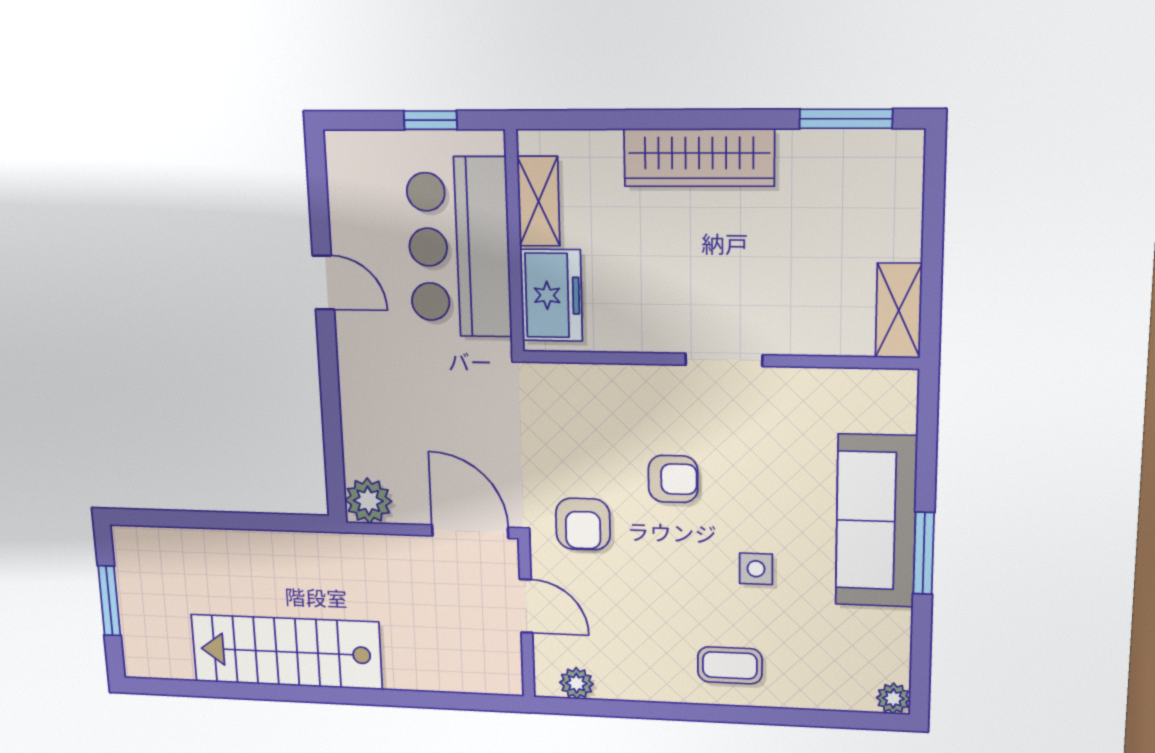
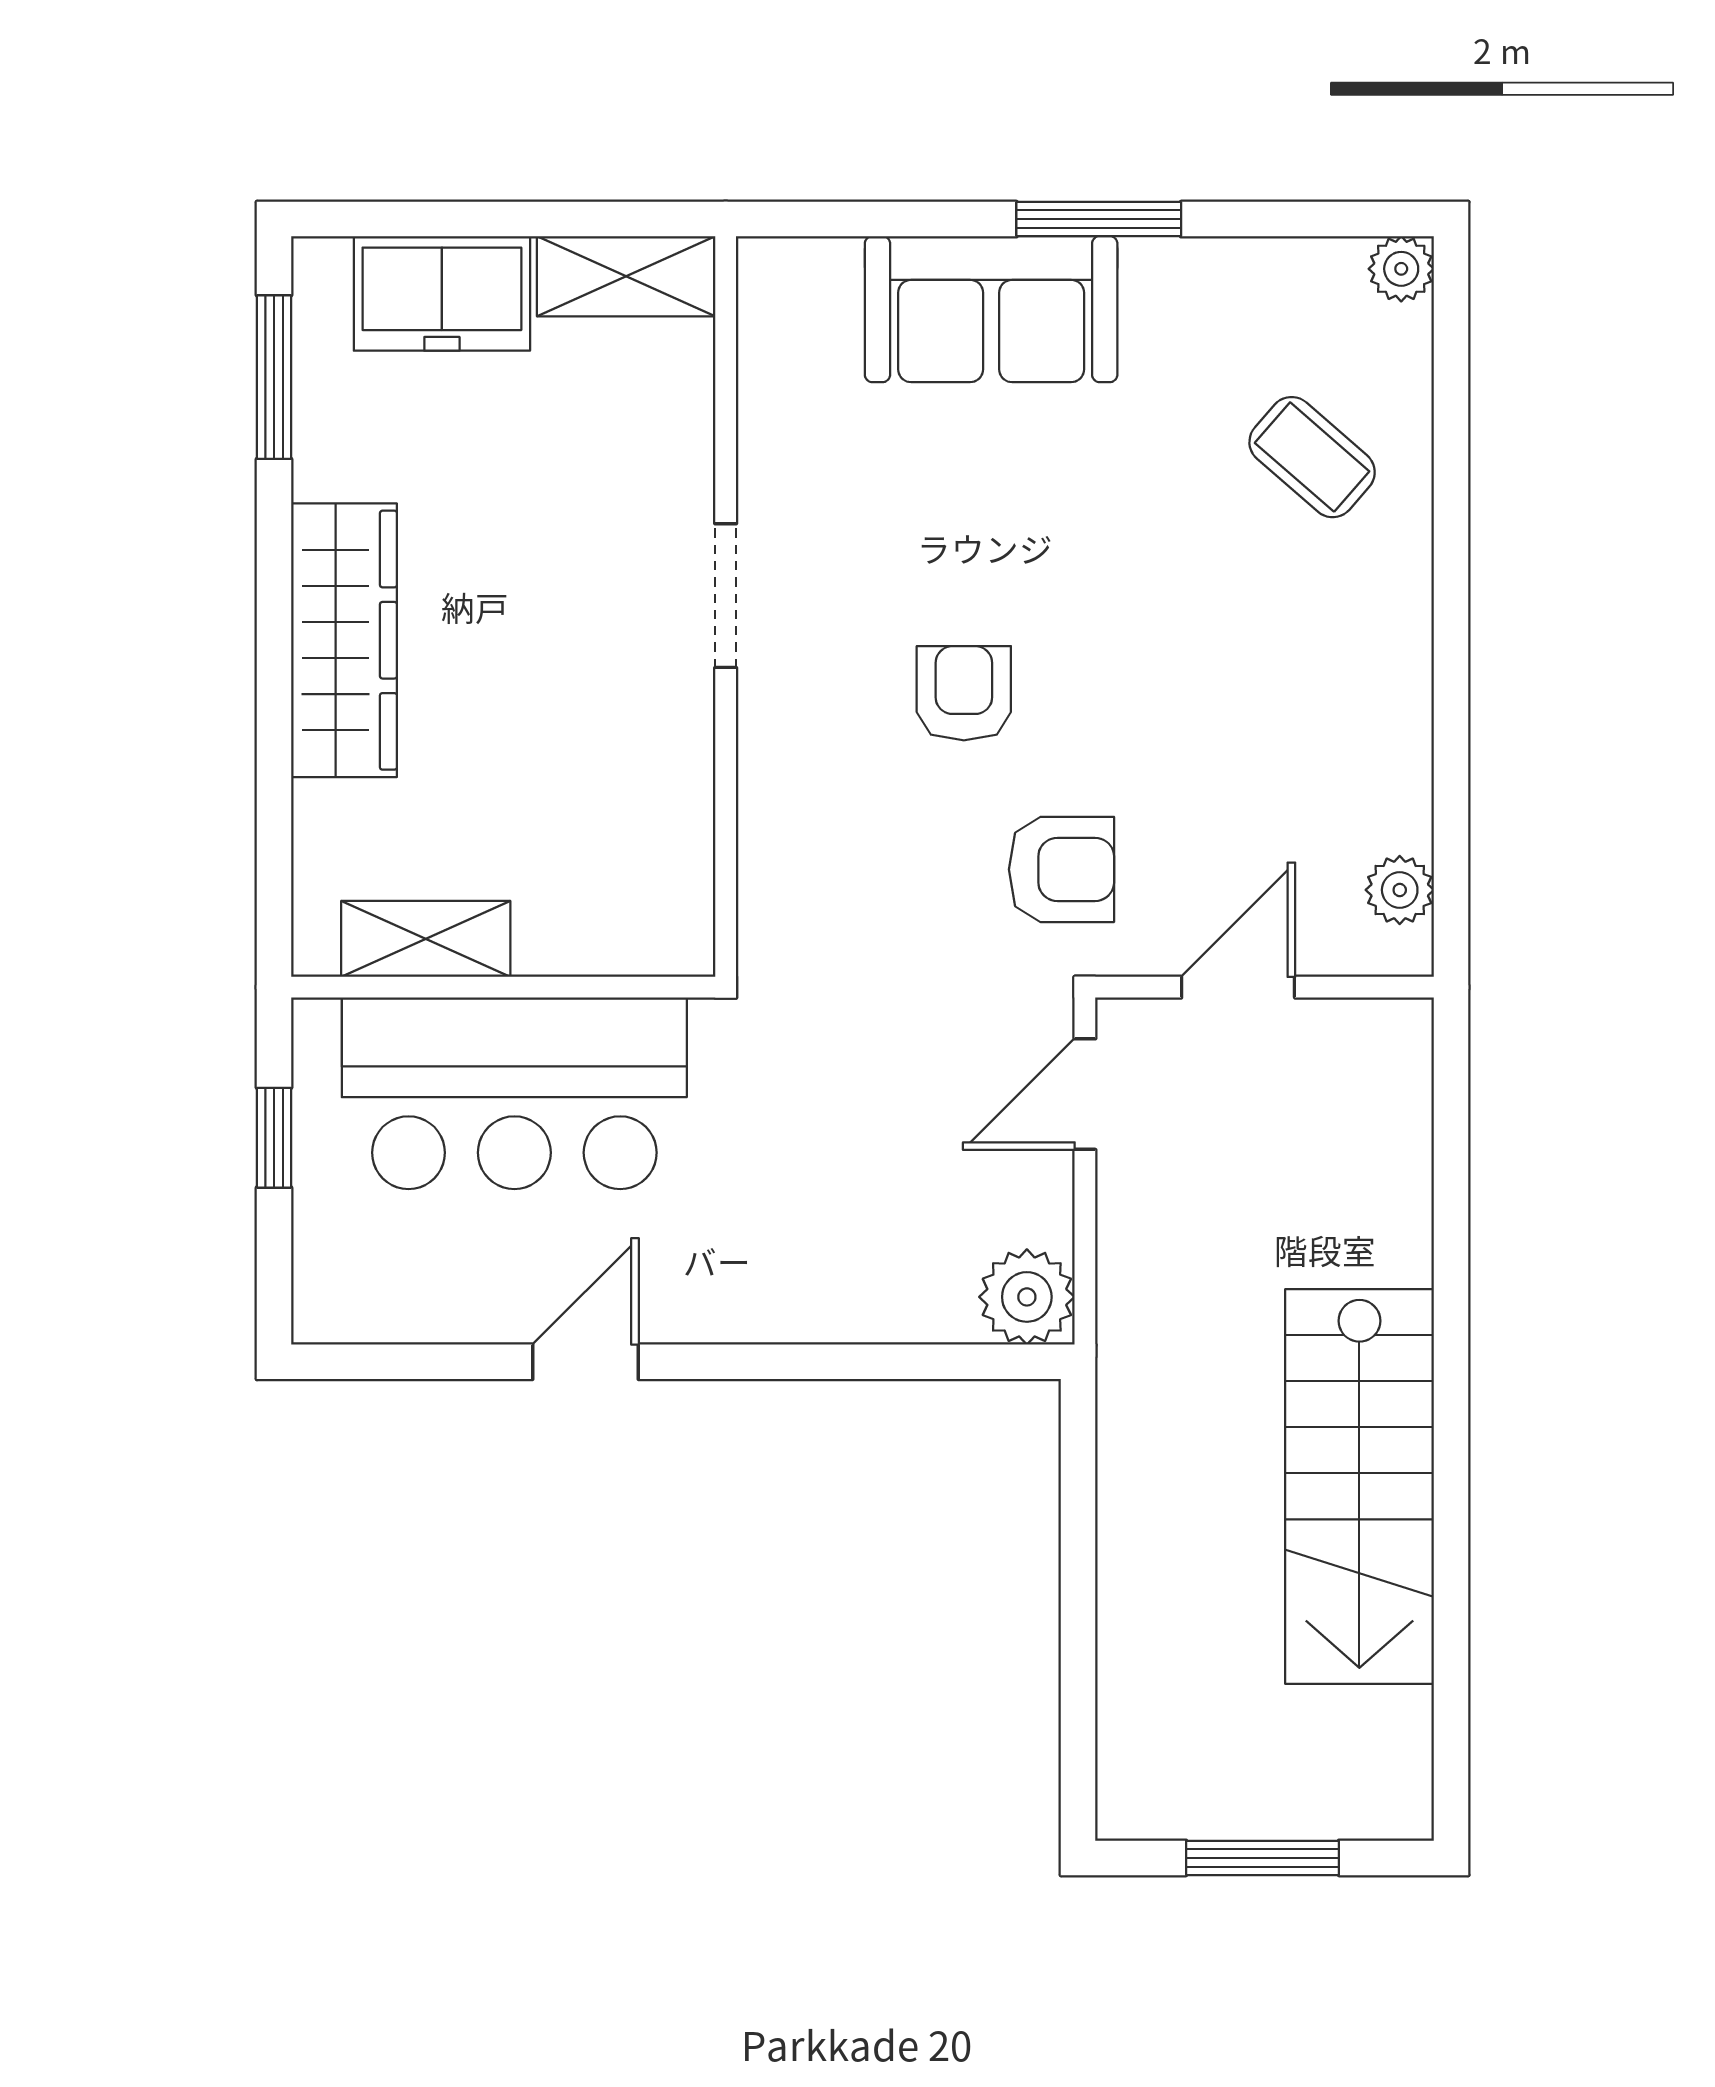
freezer: (551, 295) -> (442, 293), moved, turned 180
sofa: (876, 521) -> (991, 309), width x0.73
door: (470, 532) -> (1085, 1094), width x0.73
side table: (756, 569) -> (1142, 535), removed
coffee table: (730, 665) -> (1312, 457), moved, turned -49

